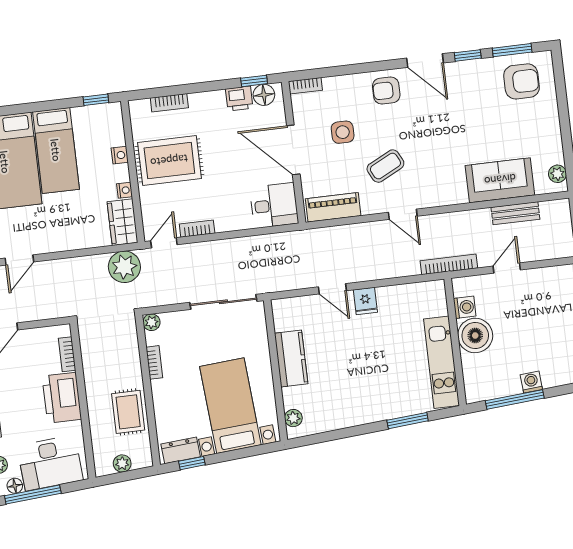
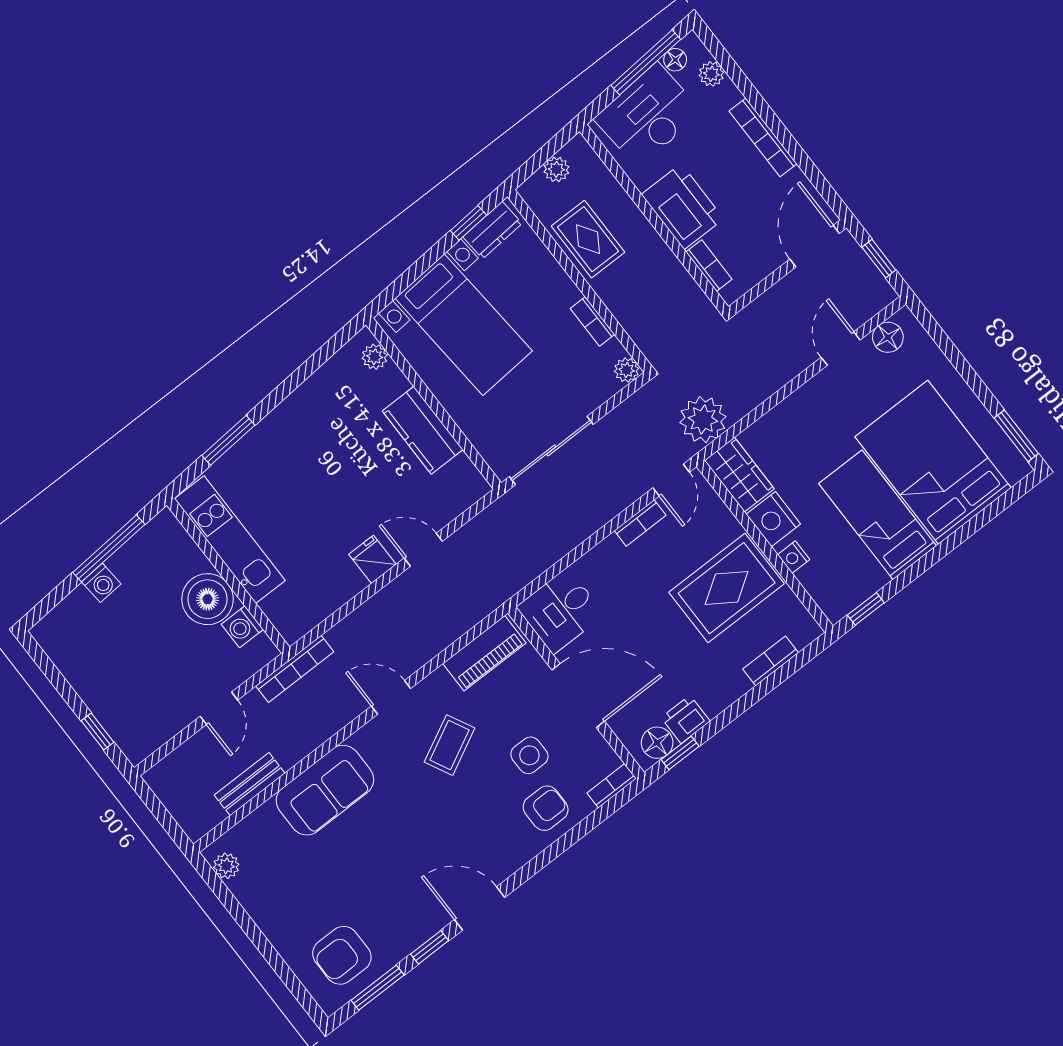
armchair: (386, 91) -> (546, 808), moved
sofa: (500, 180) -> (325, 790), moved
nightstand: (125, 190) -> (773, 519), width x1.89, depth x1.79

